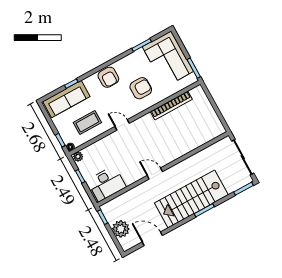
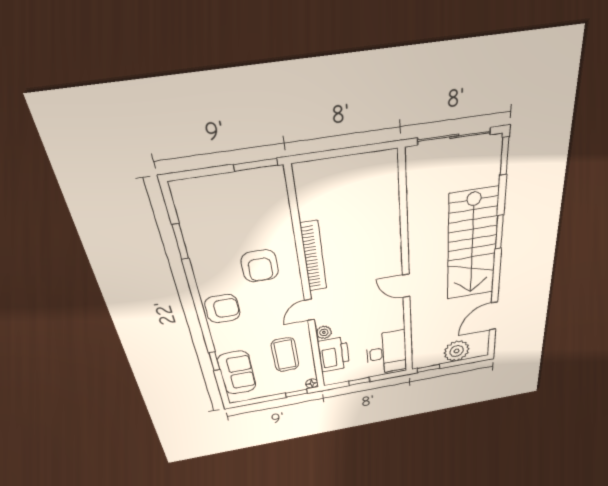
corner sofa: (168, 59) -> (222, 205), removed
armchair: (141, 88) -> (260, 266), turned 180
sofa: (66, 99) -> (237, 373), width x0.73
bookcase: (171, 105) -> (314, 257), moved
printer: (96, 151) -> (334, 354), added
plant: (78, 157) -> (324, 332), moved
door: (155, 174) -> (406, 286), hinge flipped

